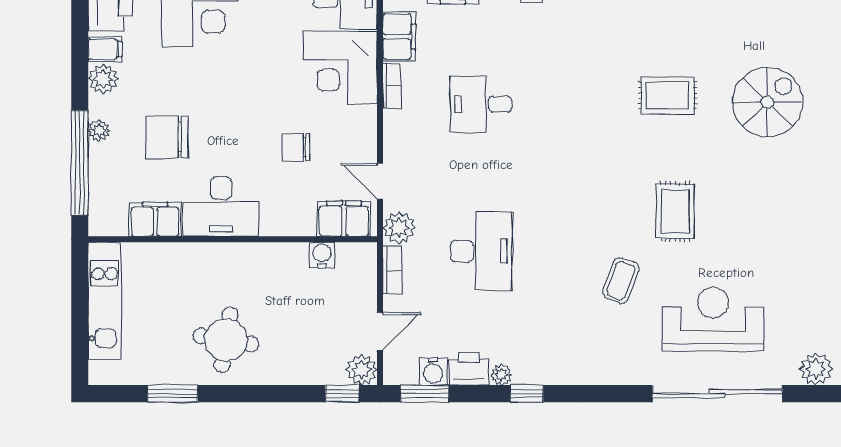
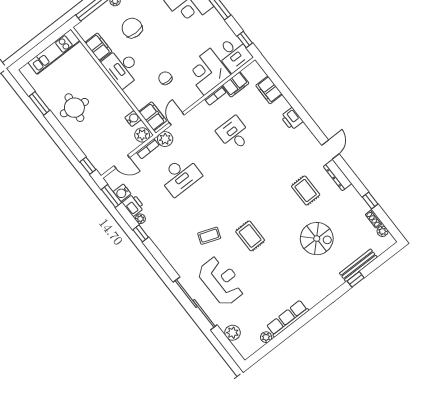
rug: (667, 96) -> (306, 191), moved
rug: (675, 211) -> (250, 236), turned 90
plant: (362, 370) -> (142, 135), moved

